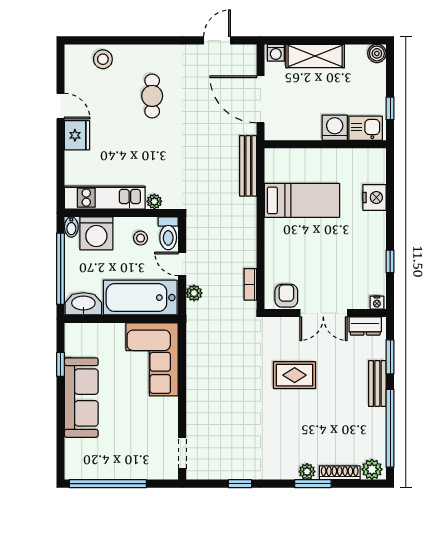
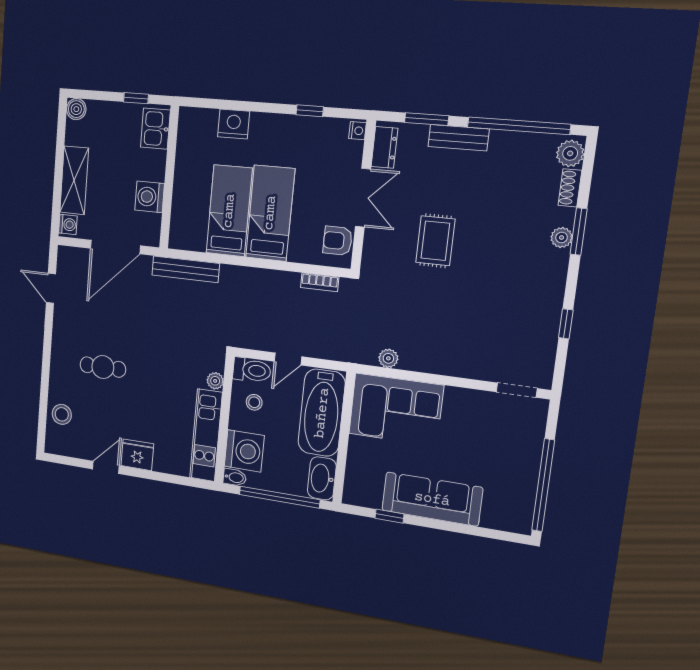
washing machine: (335, 128) -> (150, 197), moved
bed: (303, 236) -> (270, 213), added
plant: (194, 293) -> (388, 358), moved
shoe rack: (340, 473) -> (570, 188), width x0.70

